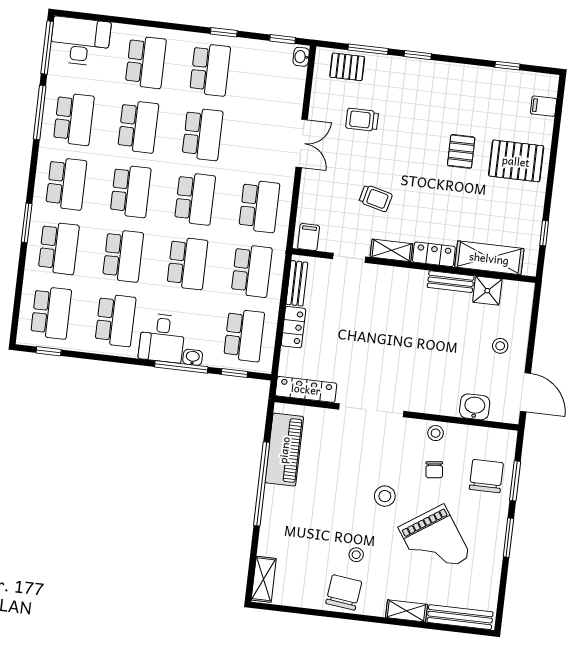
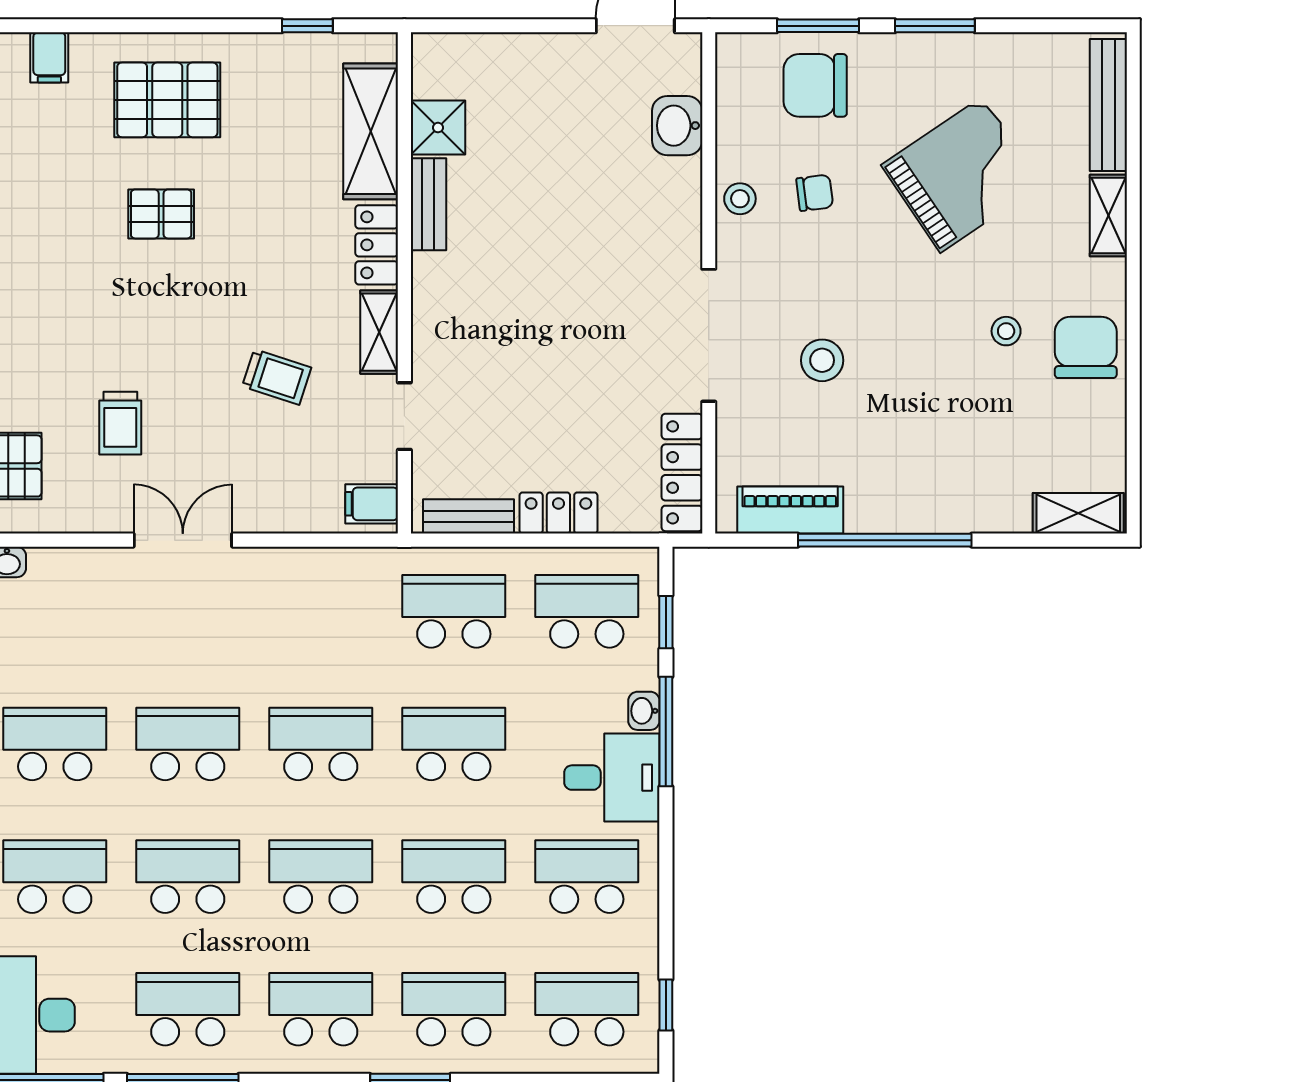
pallet: (516, 161) -> (167, 100), turned 90
trolley: (376, 198) -> (277, 377), turned 94
school desk: (259, 206) -> (321, 611), removed
stool: (500, 346) -> (547, 88), removed
piano: (284, 450) -> (790, 510), width x0.73, depth x0.75
stool: (385, 496) -> (822, 360), moved
chair: (344, 592) -> (1086, 347), turned 83

